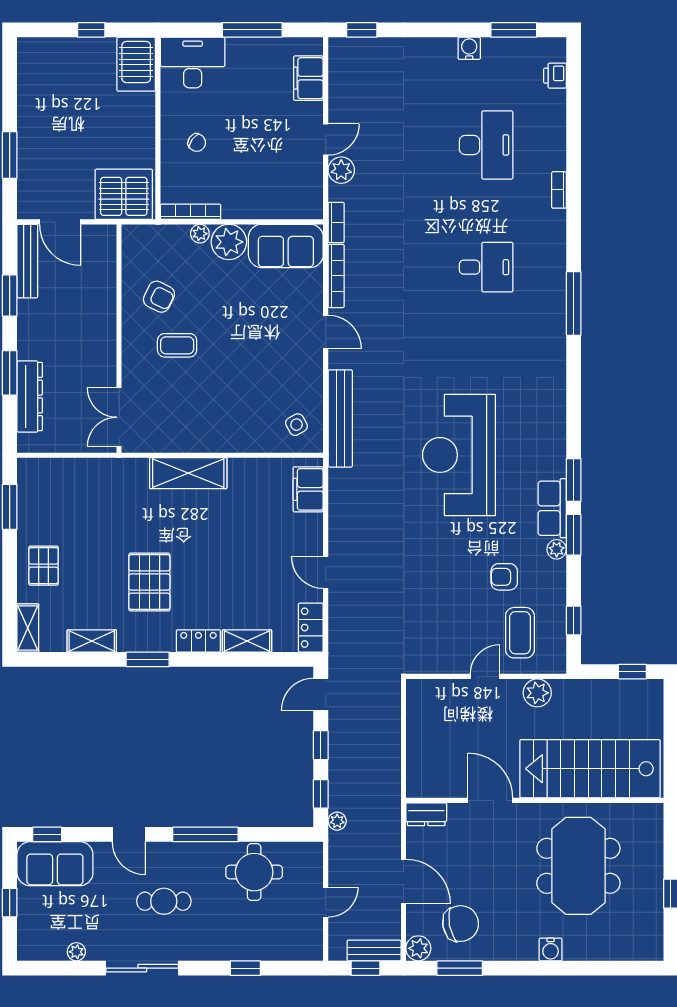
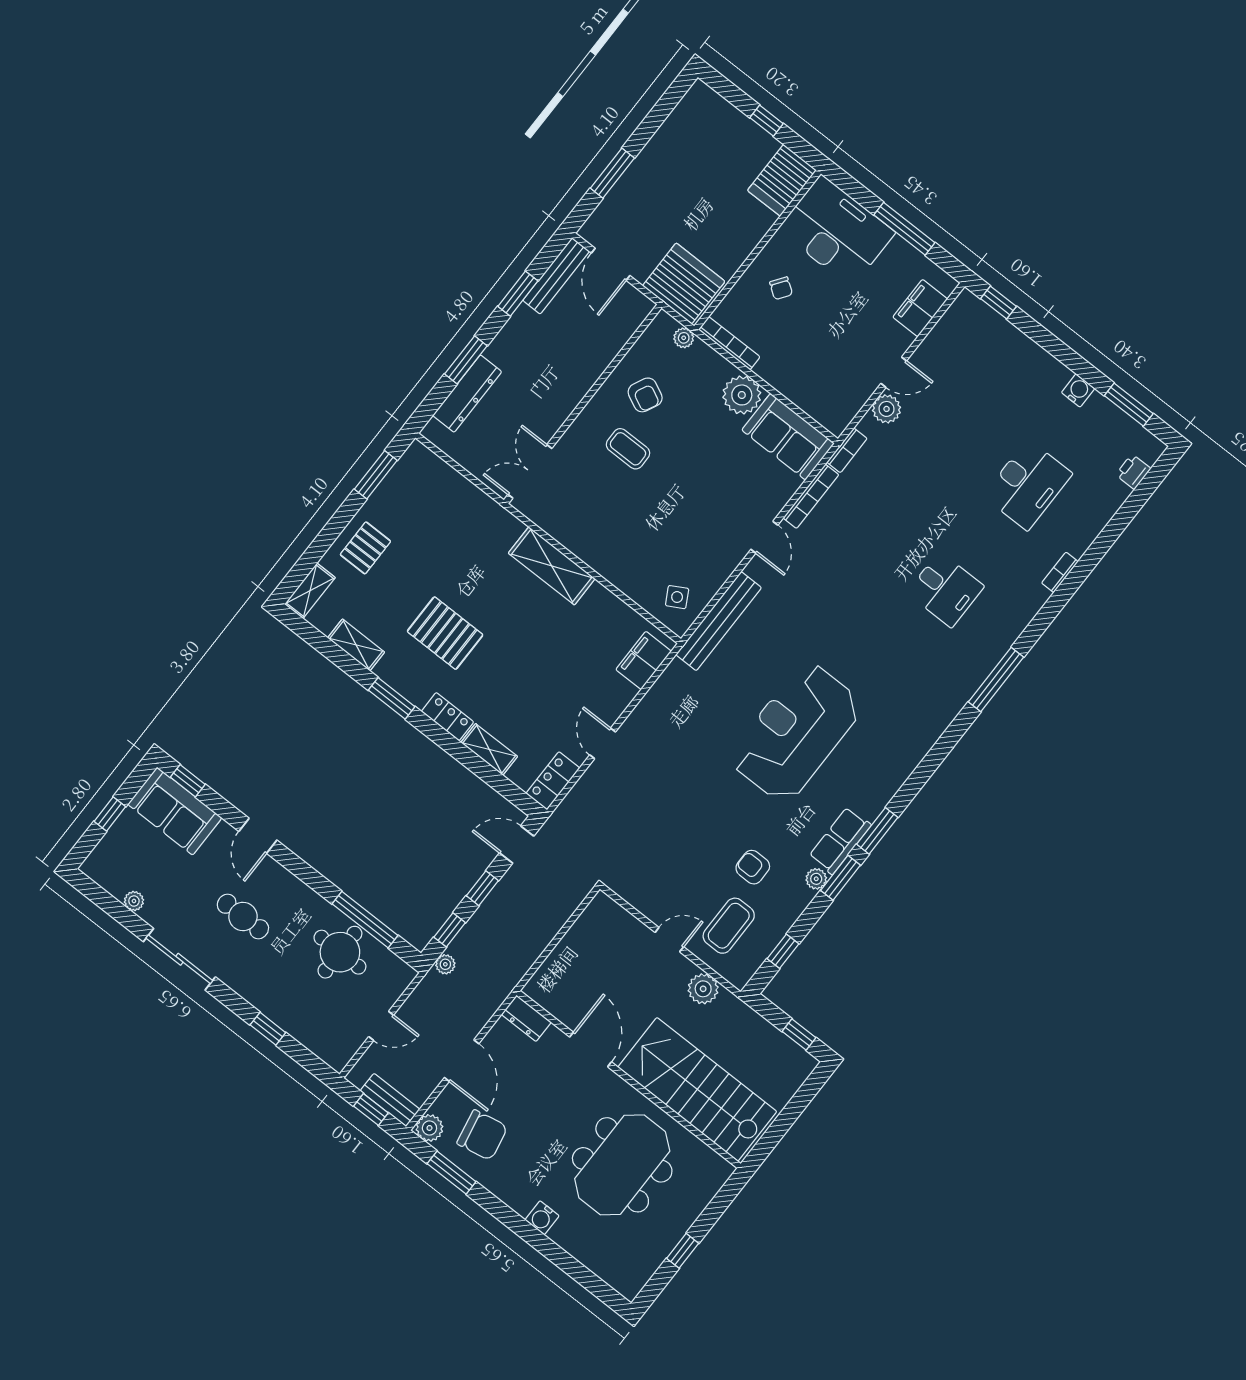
desk: (193, 62) -> (836, 231), width x1.36, depth x1.30
plant: (200, 234) -> (684, 338), moved
pallet: (149, 582) -> (445, 633), turned 90
window: (205, 834) -> (365, 920), moved

